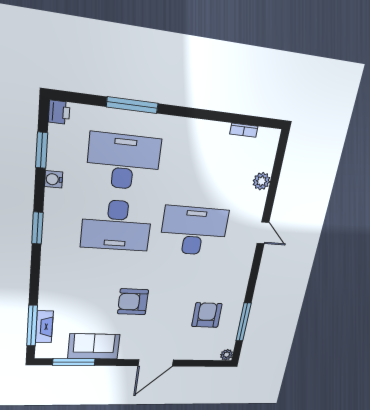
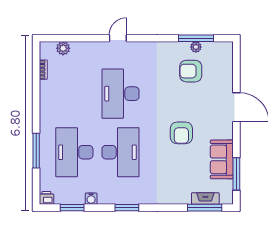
plant: (262, 181) -> (63, 48), moved
plant: (227, 355) -> (196, 47), moved

